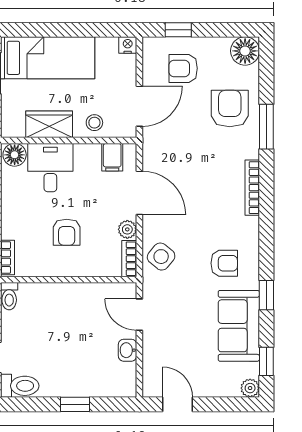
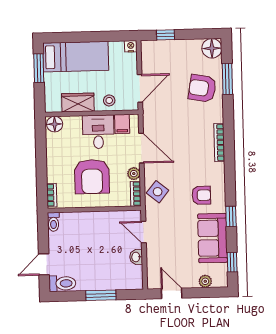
armchair: (183, 68) -> (169, 61), removed
armchair: (230, 109) -> (202, 88), turned -80
window: (266, 127) -> (227, 79), moved
desk: (50, 168) -> (98, 132), moved
armchair: (67, 232) -> (92, 177), width x1.88, depth x1.88
plant: (250, 388) -> (205, 281), moved
window: (75, 404) -> (101, 295), width x1.50

